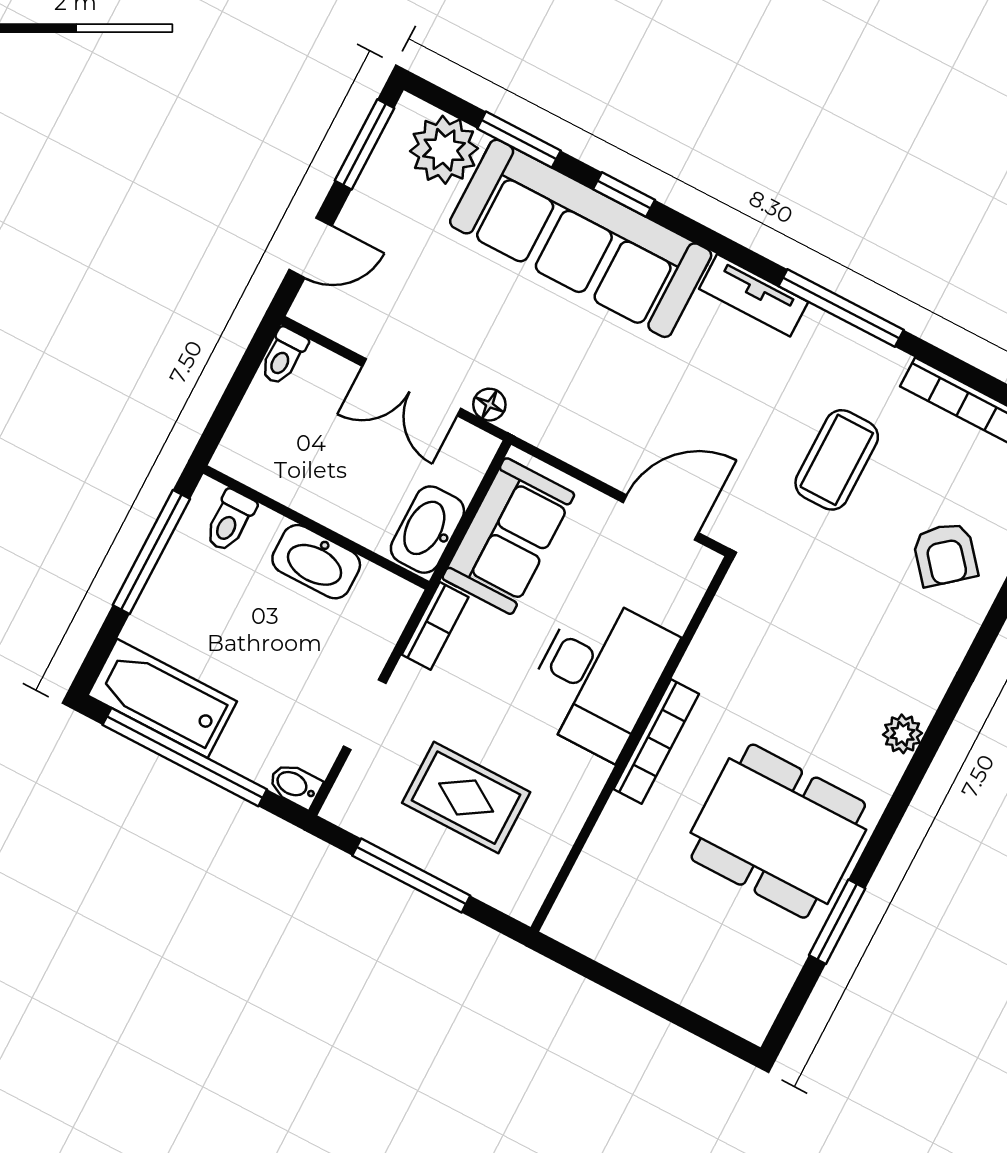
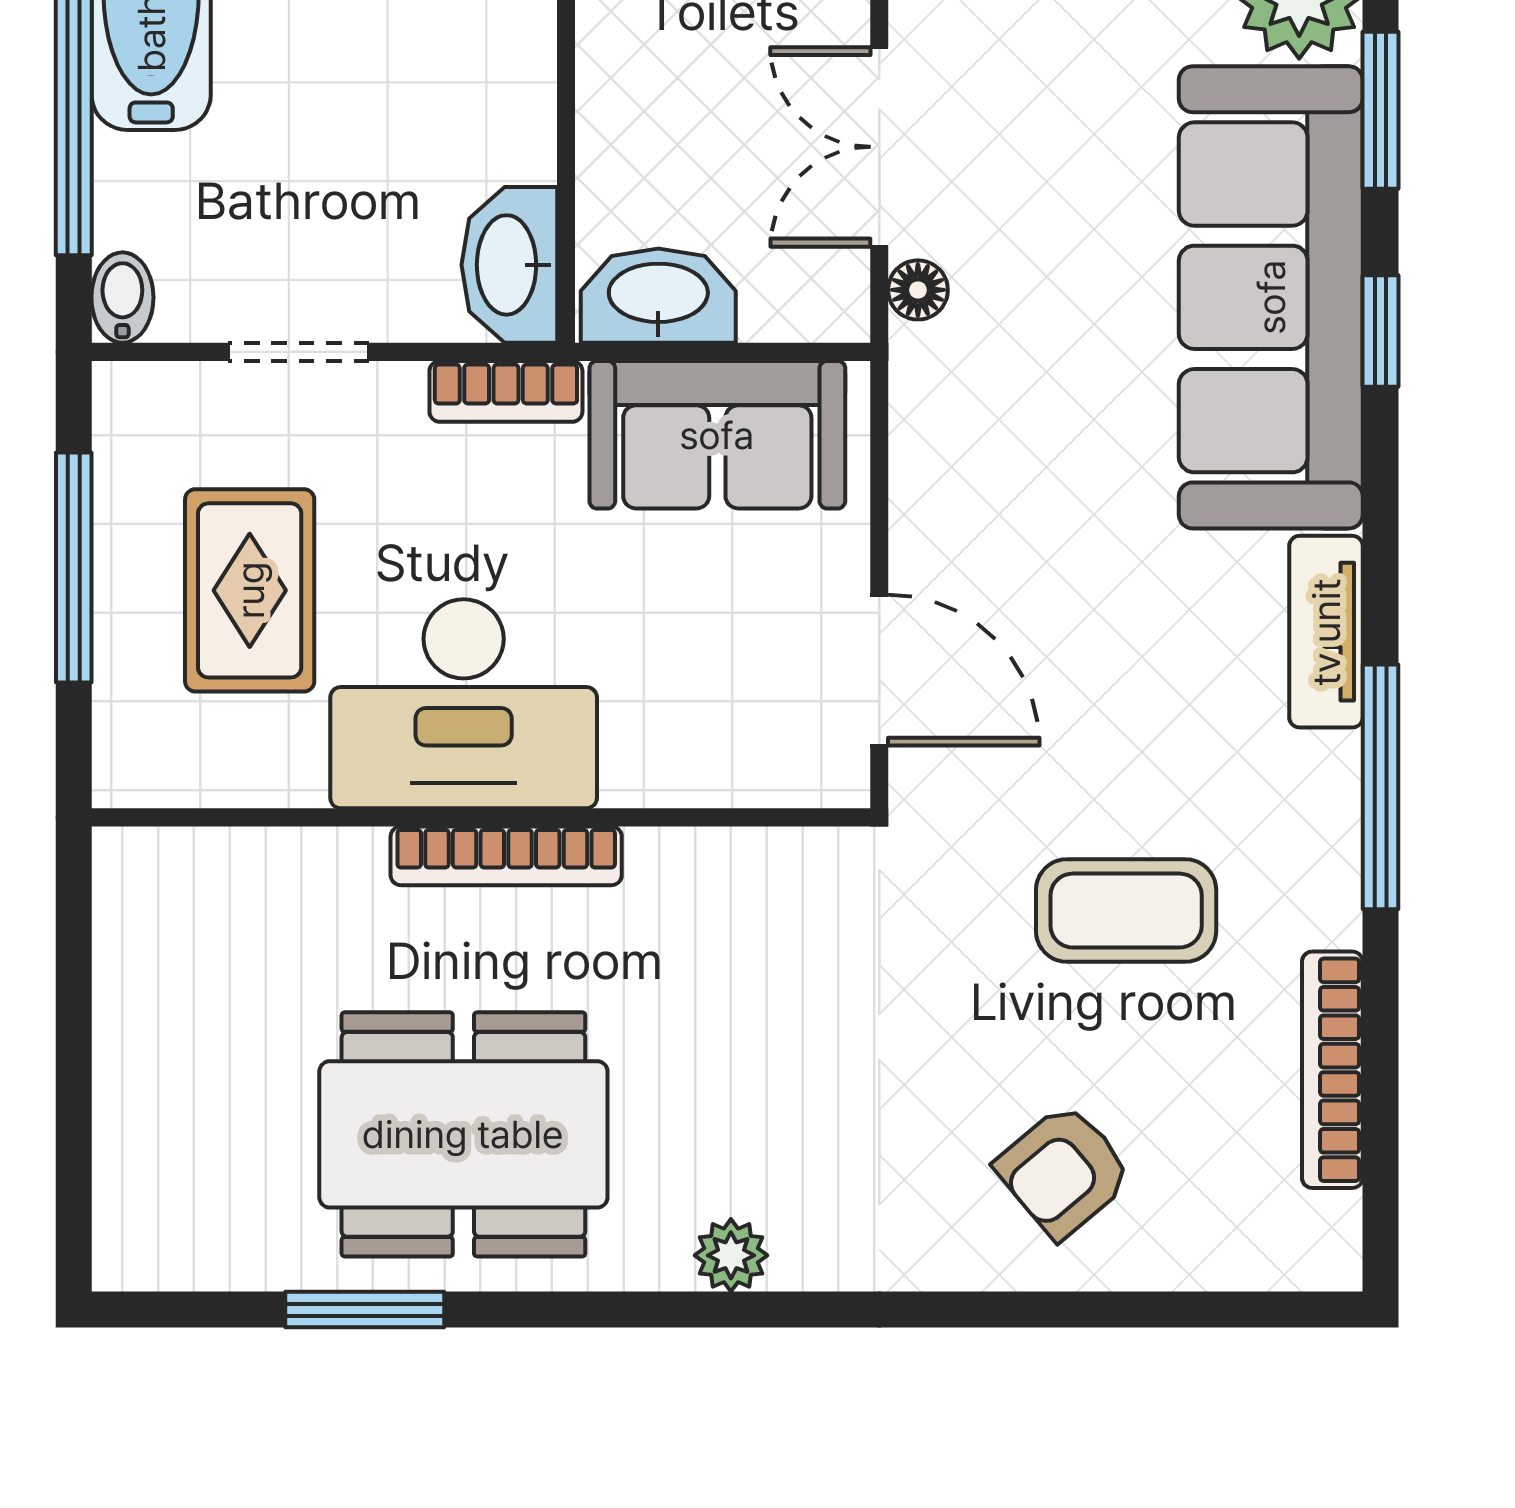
washbasin: (316, 562) -> (509, 265), moved
desk: (599, 675) -> (464, 704), moved
dining table: (778, 831) -> (463, 1134), turned 90

